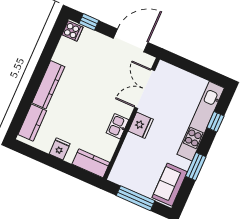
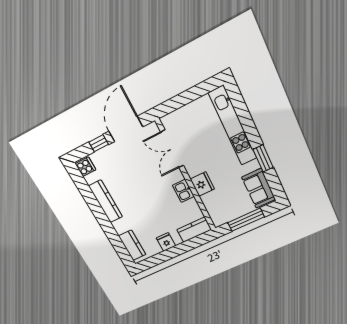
window: (89, 22) -> (99, 143), moved
kitchen counter: (48, 85) -> (106, 201), moved
window: (215, 122) -> (243, 115), removed
fridge: (141, 125) -> (202, 184), moved

